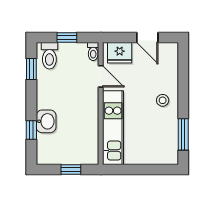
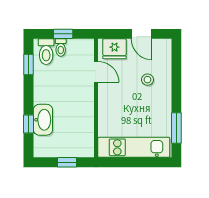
toilet: (93, 52) -> (61, 48), moved
stool: (163, 100) -> (147, 80), moved
washbasin: (46, 121) -> (43, 120), width x1.38
kitchen unit: (113, 128) -> (134, 147), moved, turned -90

